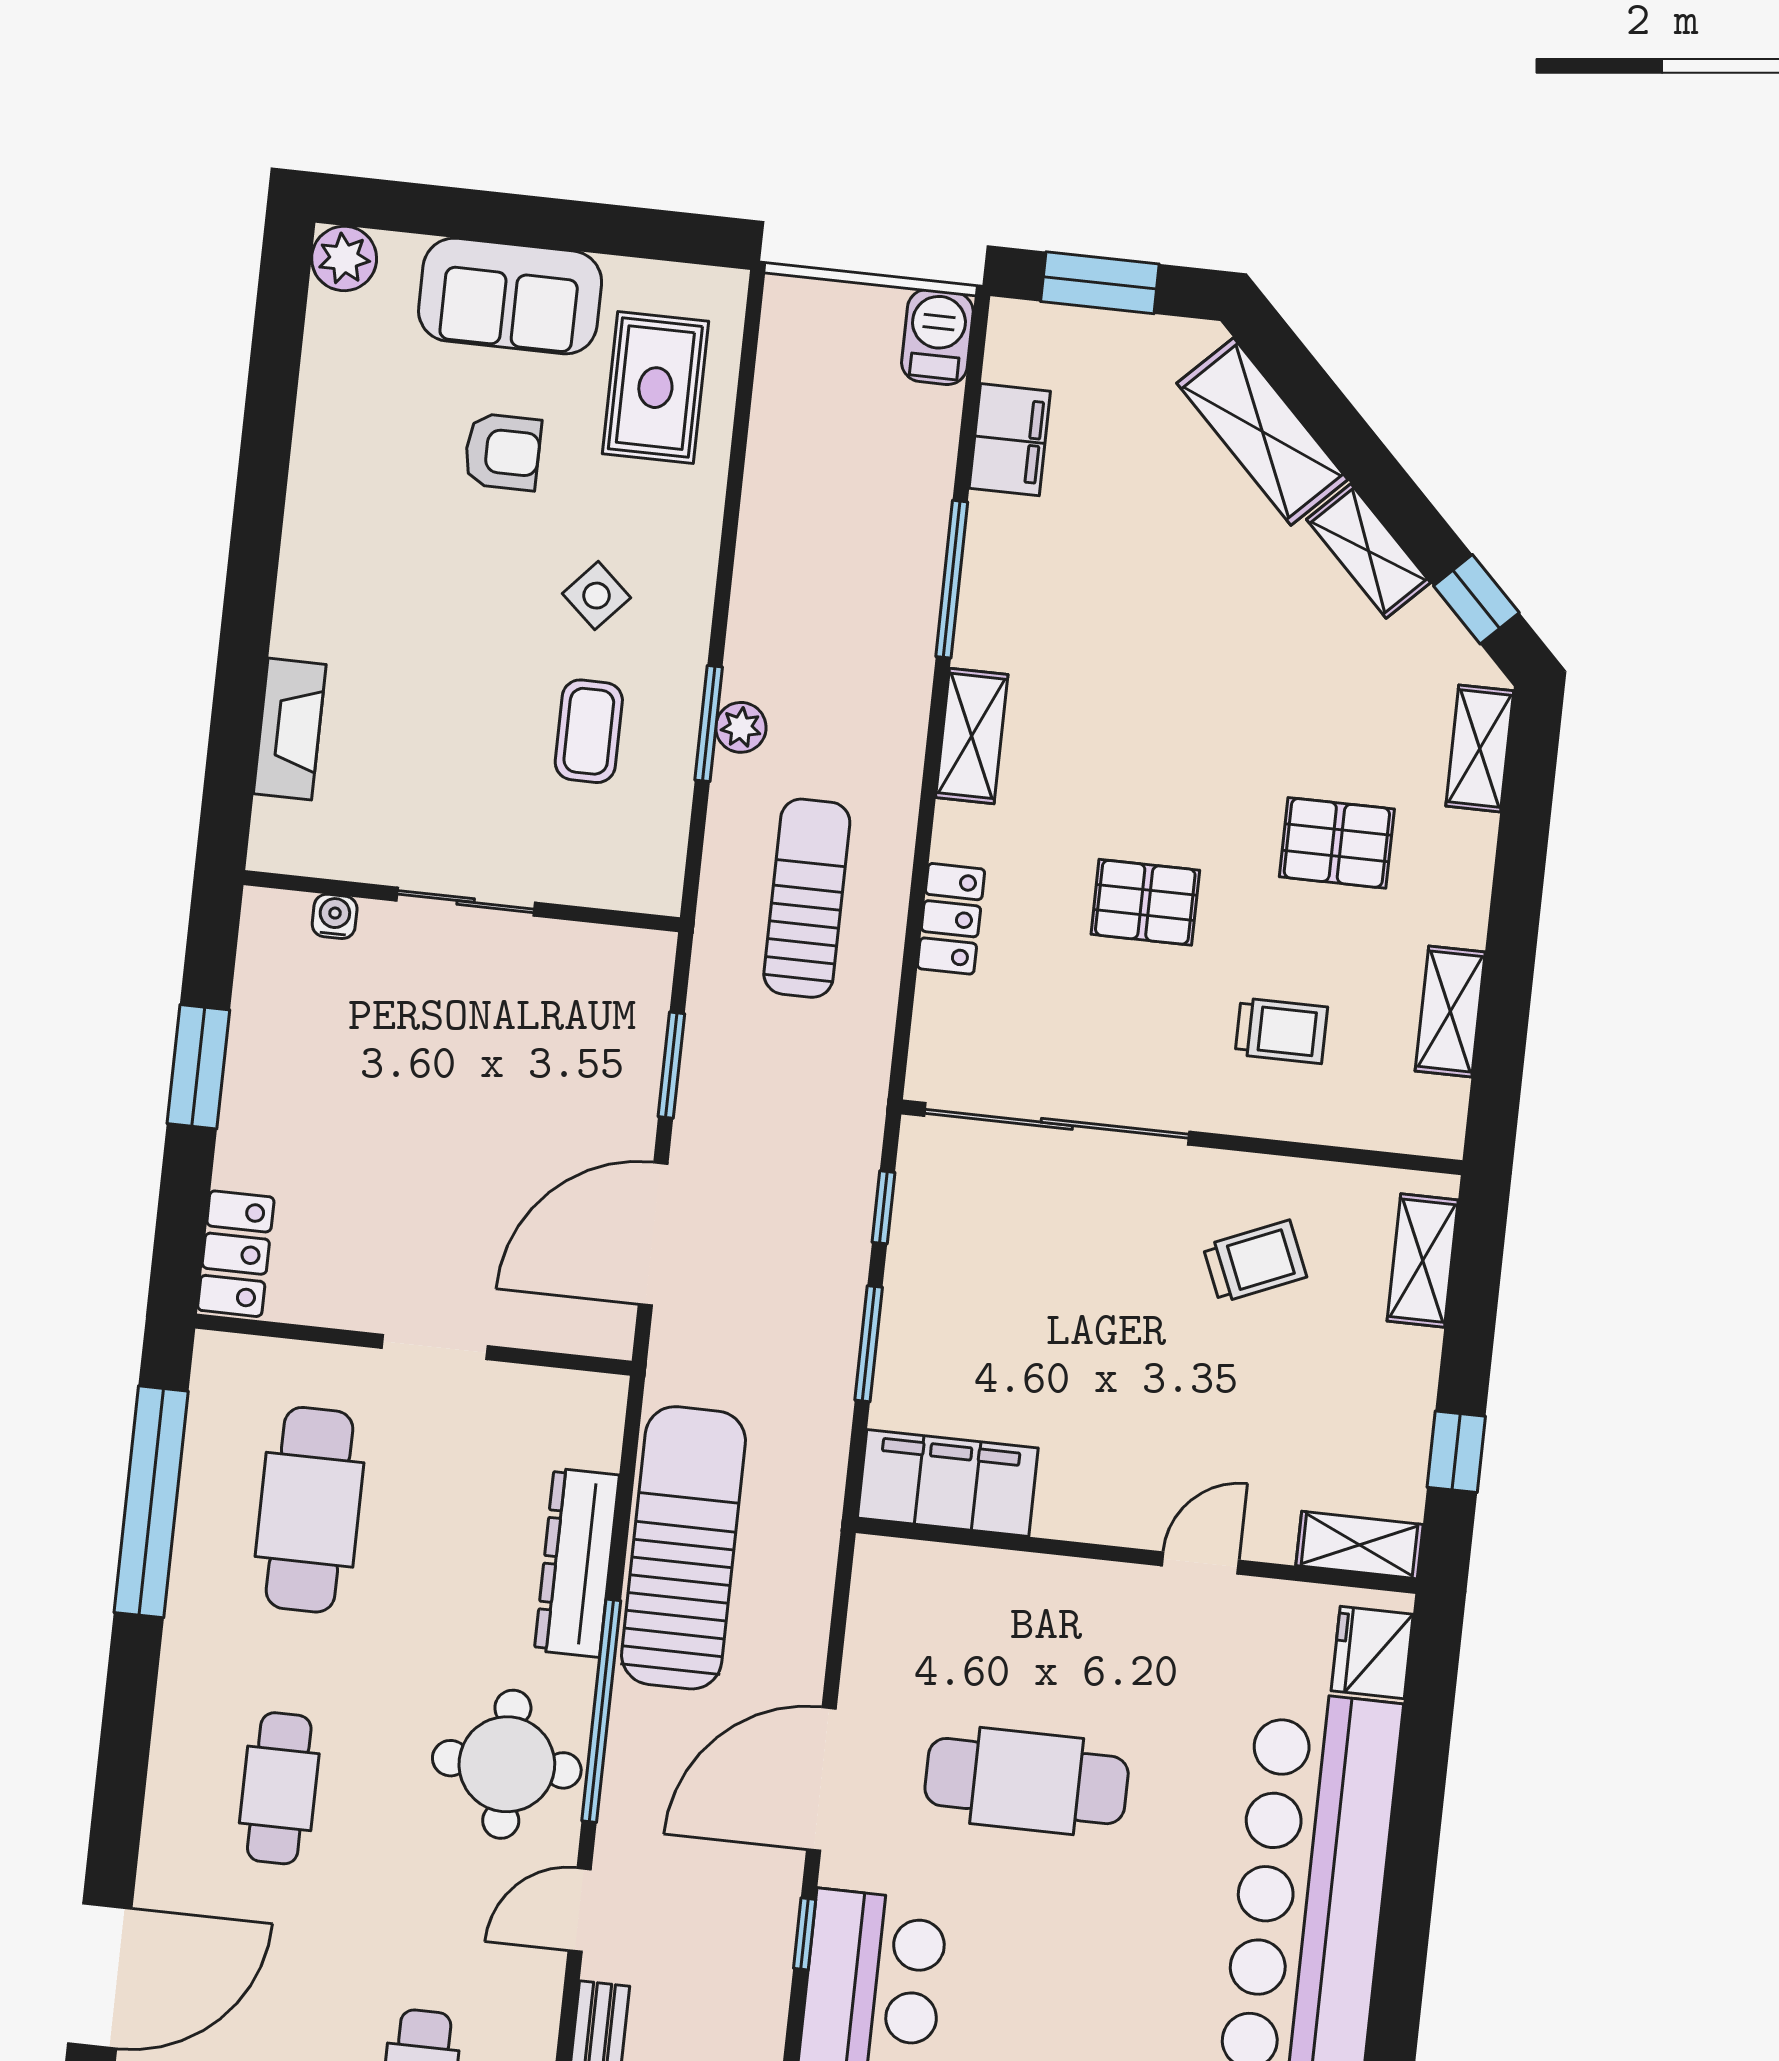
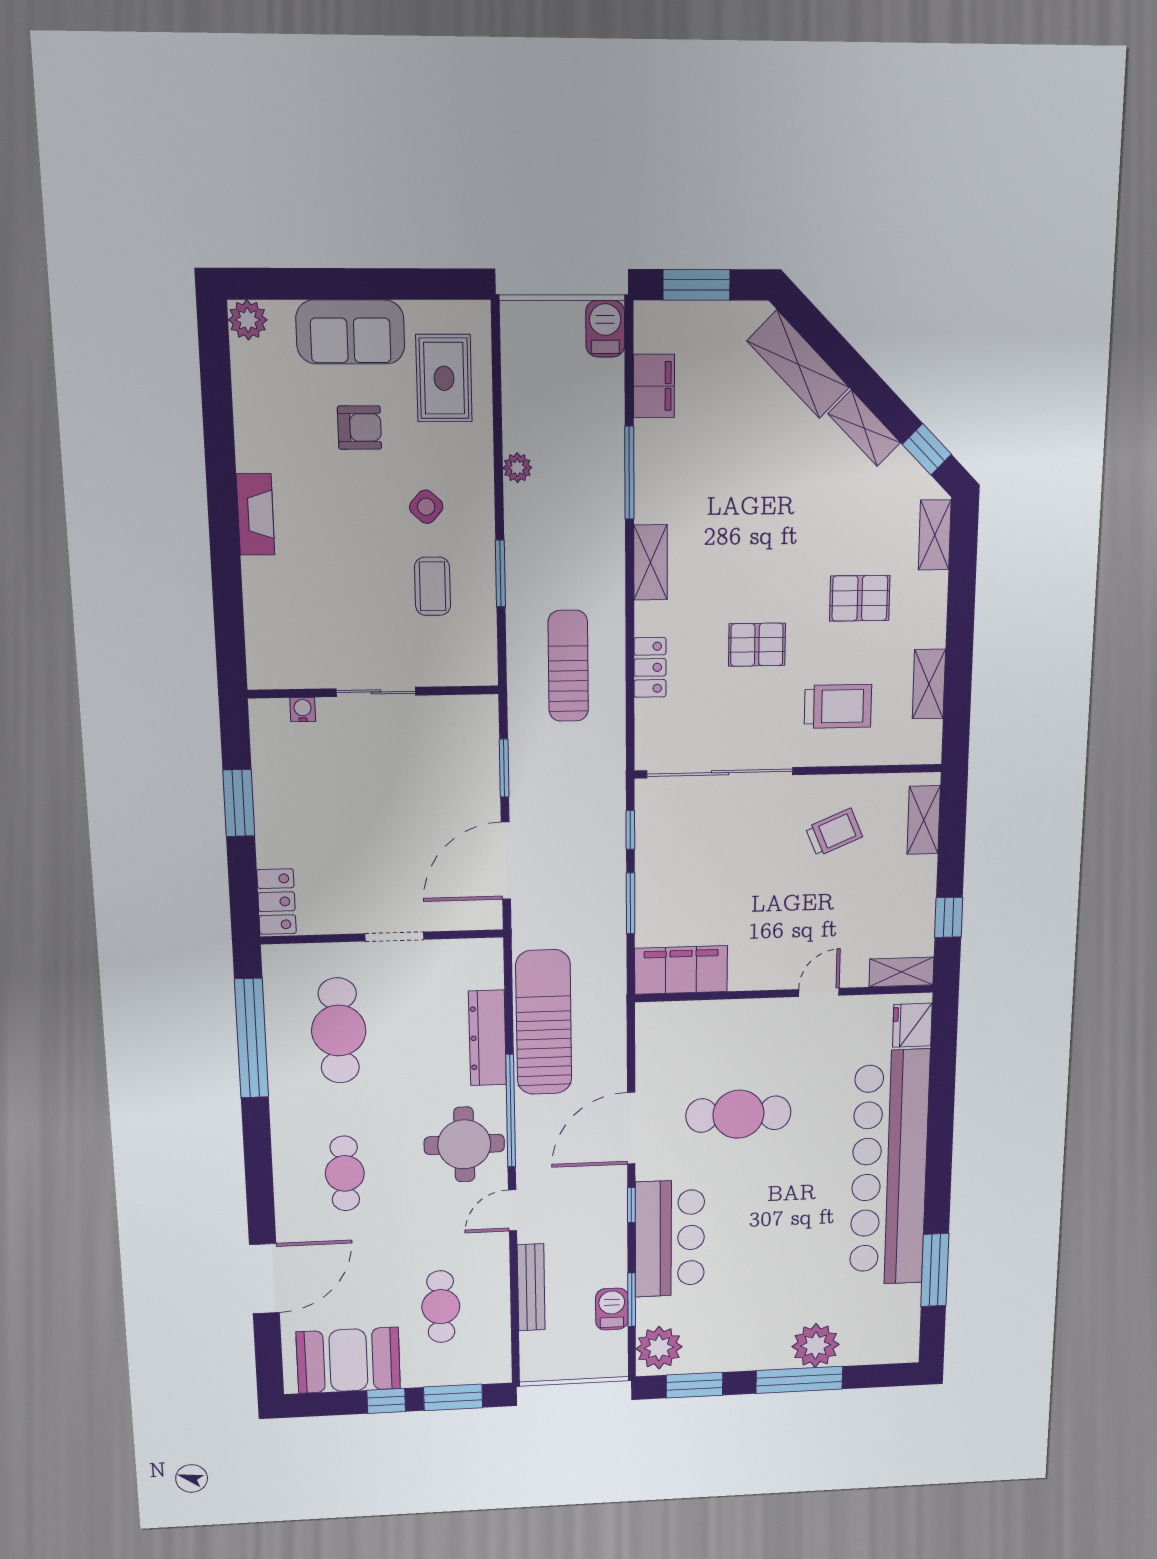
plant: (741, 727) -> (517, 468), moved
fireplace: (290, 729) -> (255, 514), moved
trolley: (1281, 1031) -> (838, 706), width x1.36, depth x1.39

